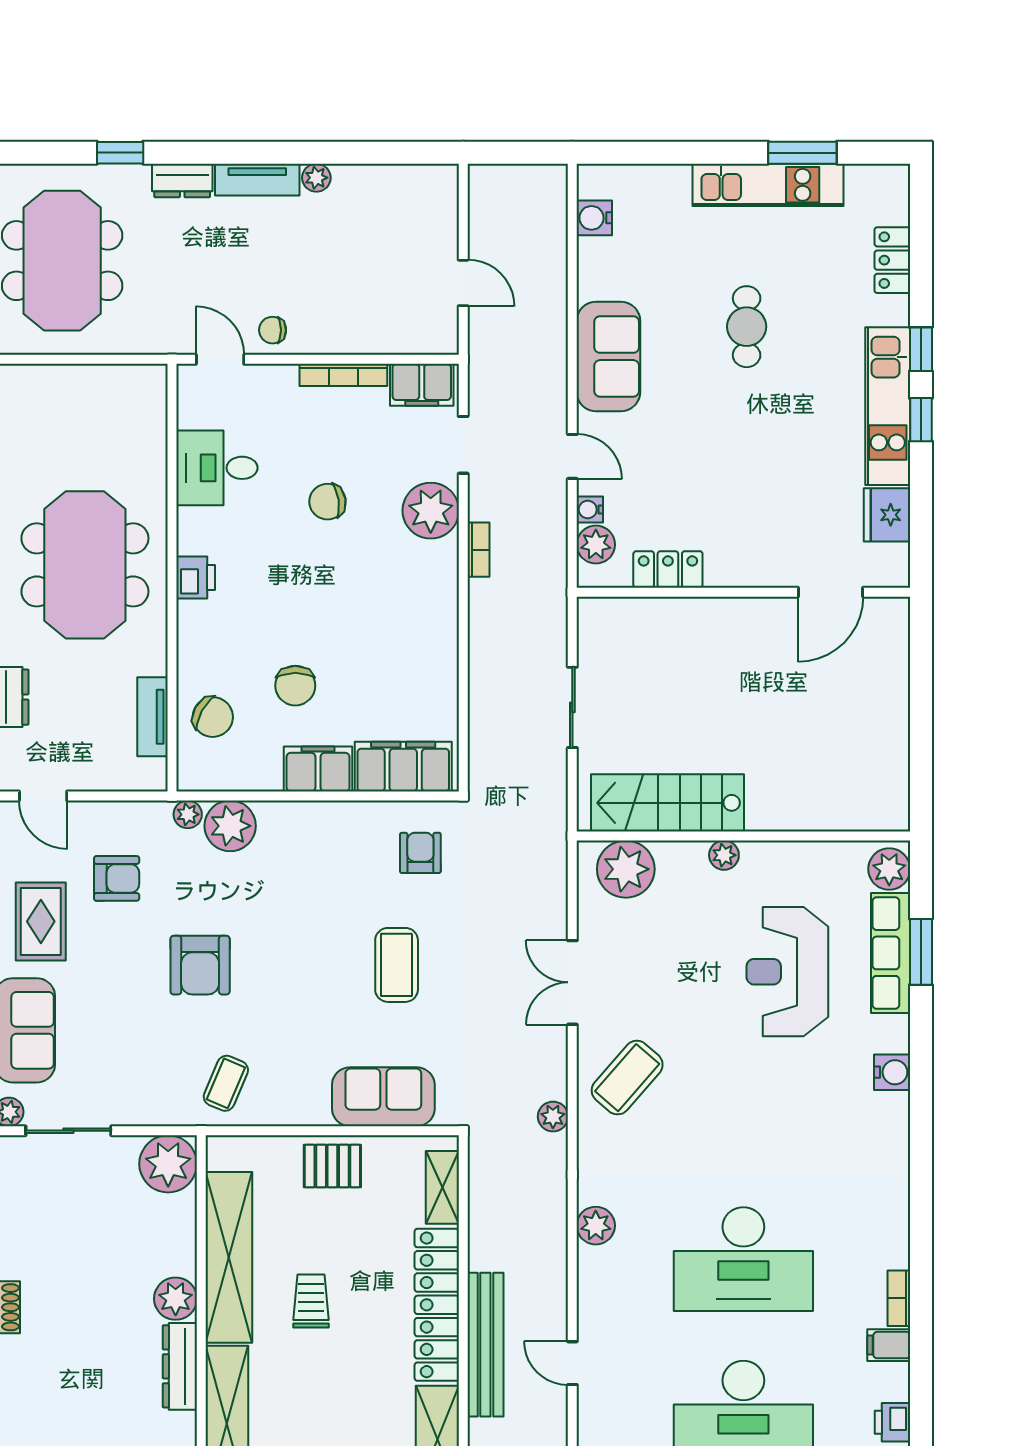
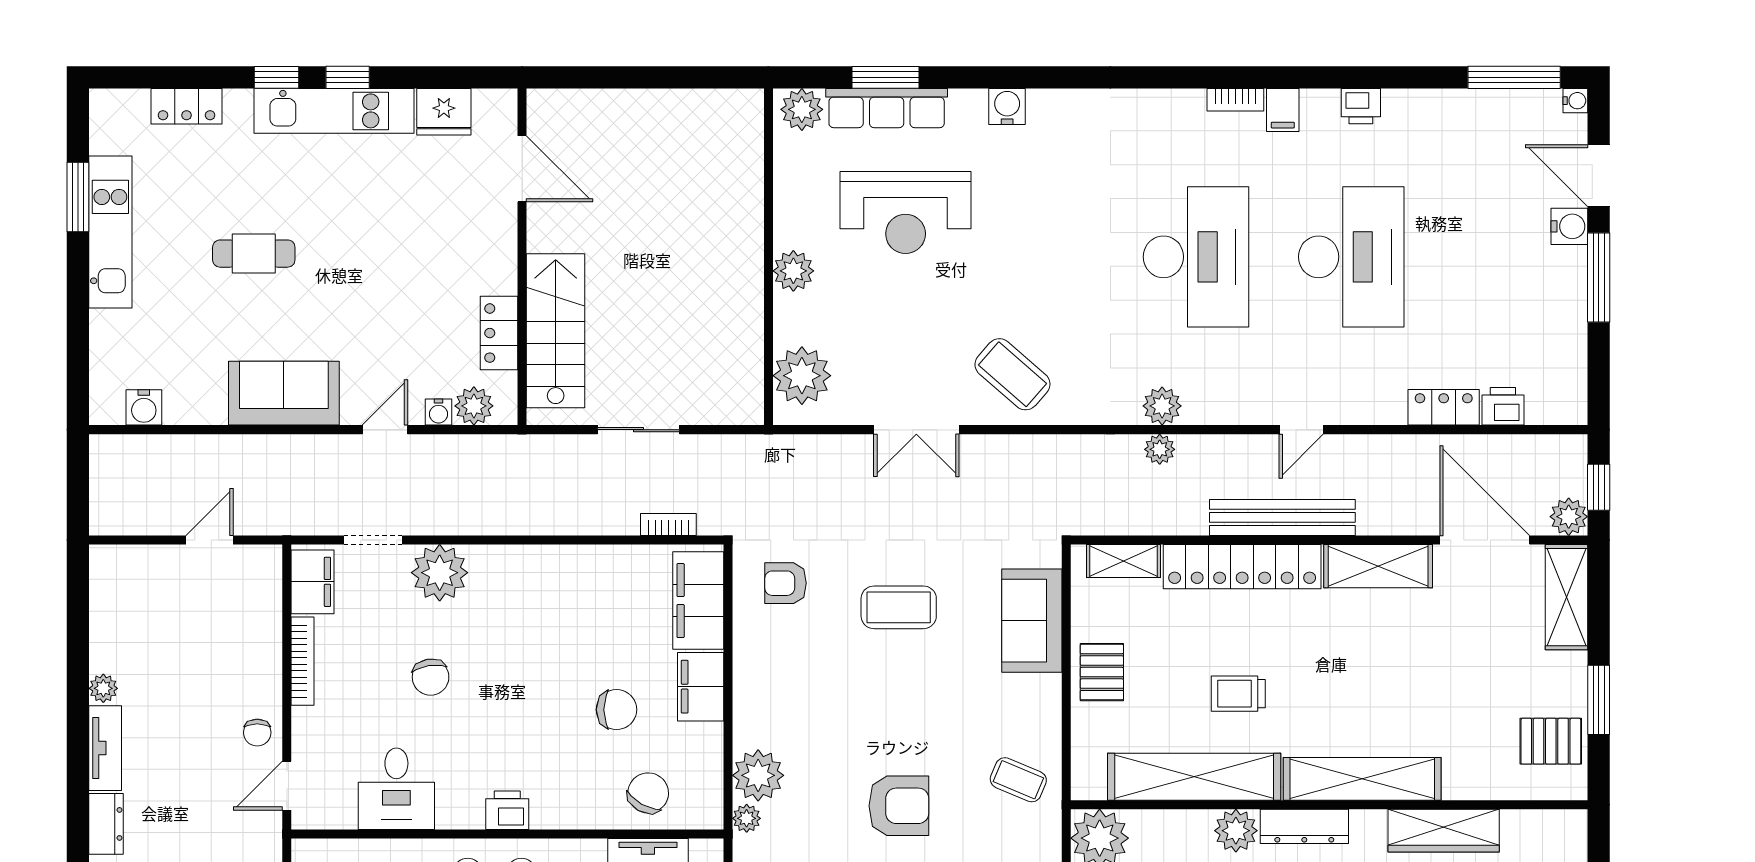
bookcase: (479, 550) -> (668, 524), moved
stairs: (667, 803) -> (556, 331), moved, turned 180
plant: (724, 855) -> (793, 271), width x1.38, depth x1.38
plant: (553, 1117) -> (1160, 449), moved

